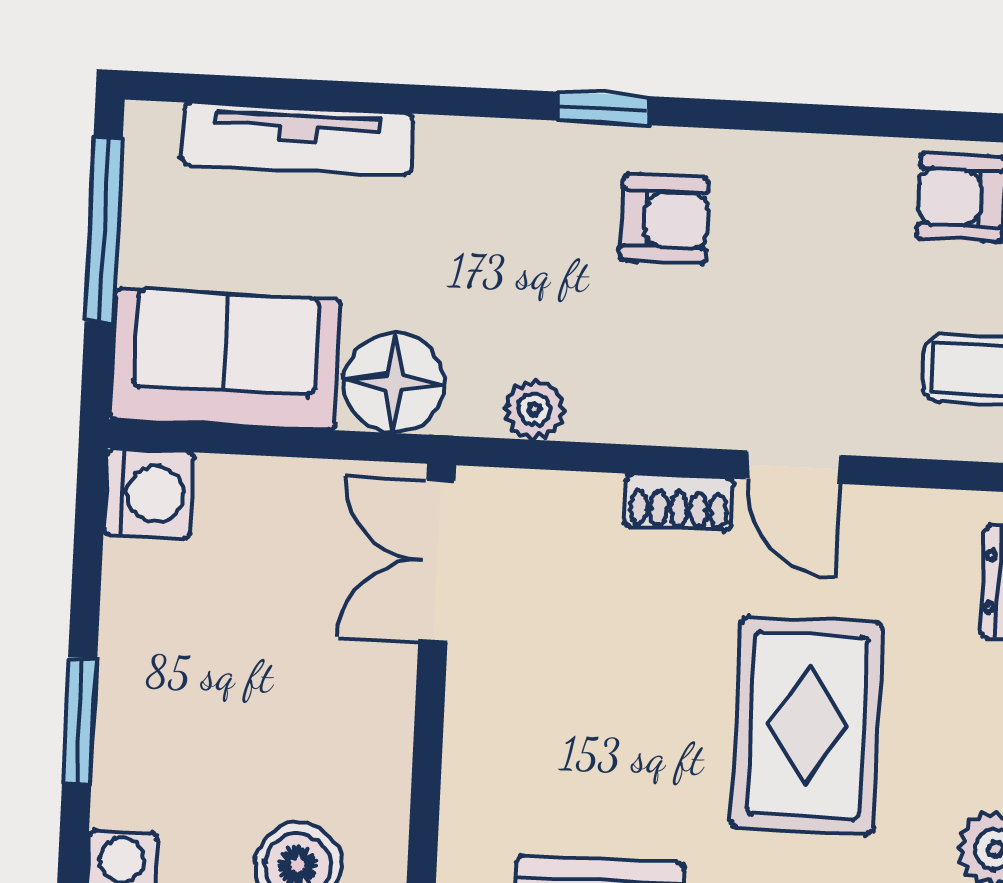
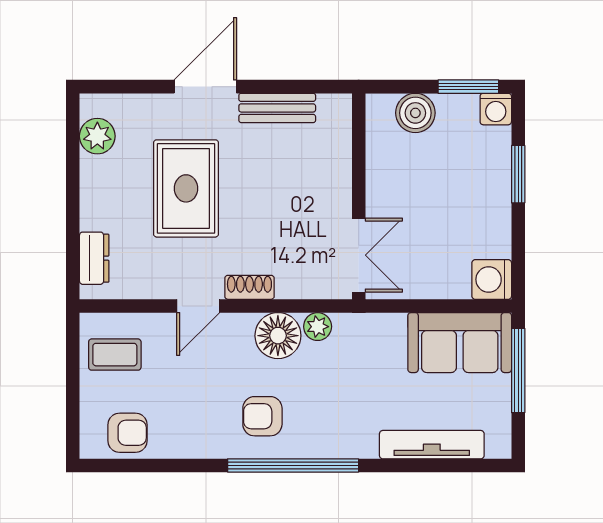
window: (603, 108) -> (293, 465), width x3.17
window: (104, 230) -> (518, 371), moved
floor lamp: (394, 383) -> (278, 336), moved
door: (793, 467) -> (198, 306), swing flipped

